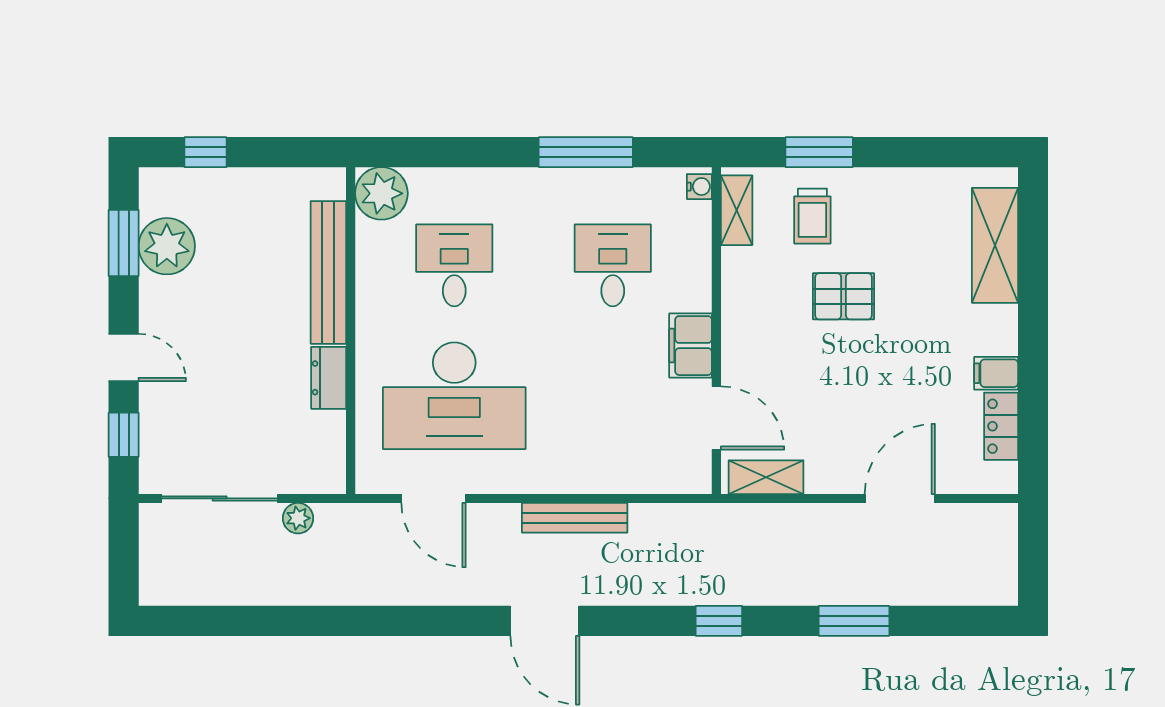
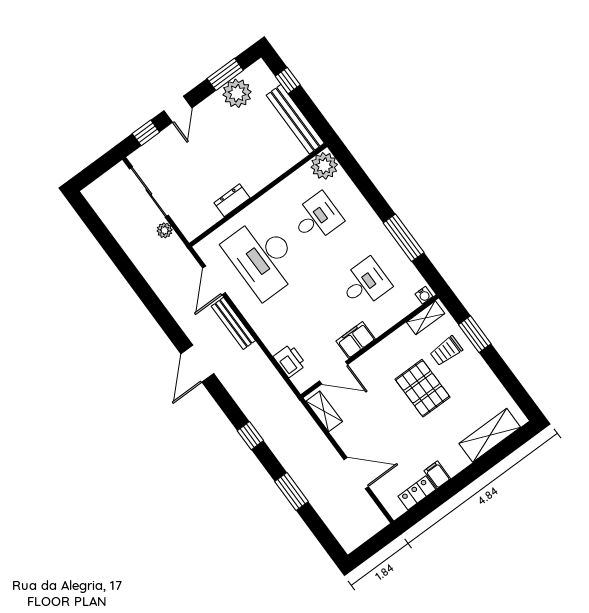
bench: (328, 272) -> (295, 119), moved, turned 90
pallet: (844, 296) -> (423, 388), width x1.50, depth x1.42
door: (716, 418) -> (333, 373), hinge flipped
printer: (647, 472) -> (290, 361), added
bench: (575, 518) -> (233, 323), moved

